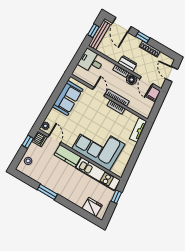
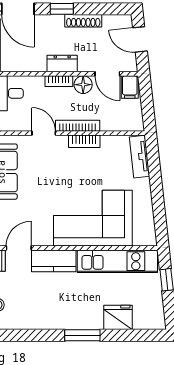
door: (54, 140) -> (19, 248), hinge flipped
window: (47, 192) -> (82, 335), moved
fridge: (92, 207) -> (118, 317), moved

